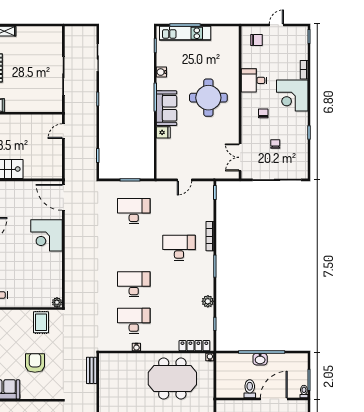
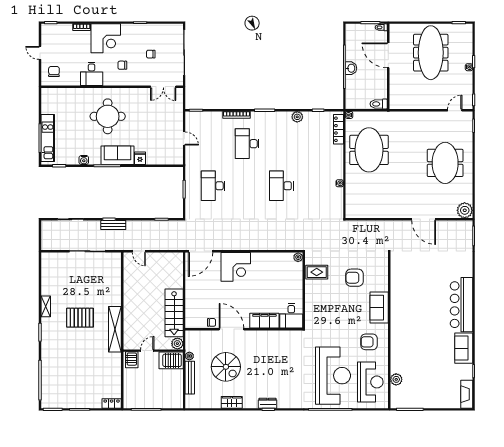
desk: (134, 321) -> (315, 186), removed
bench: (92, 370) -> (113, 225), moved
toilet: (250, 389) -> (379, 104), moved

